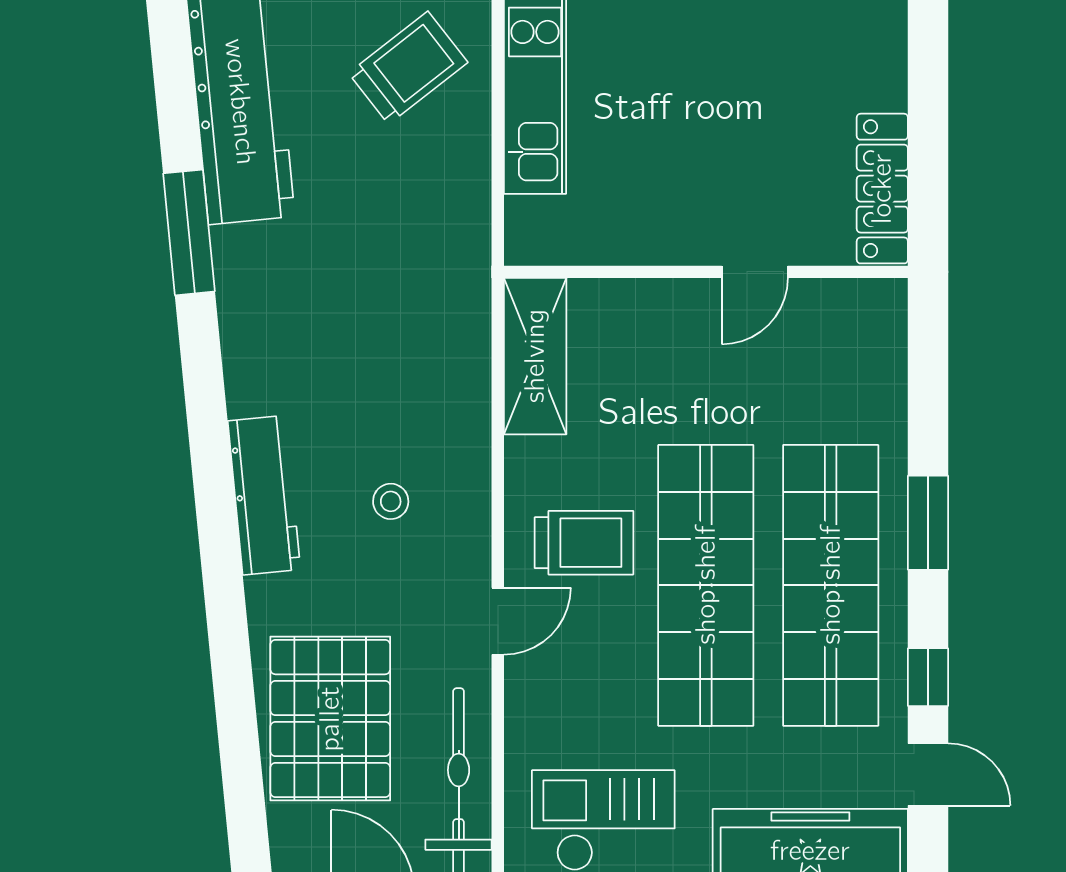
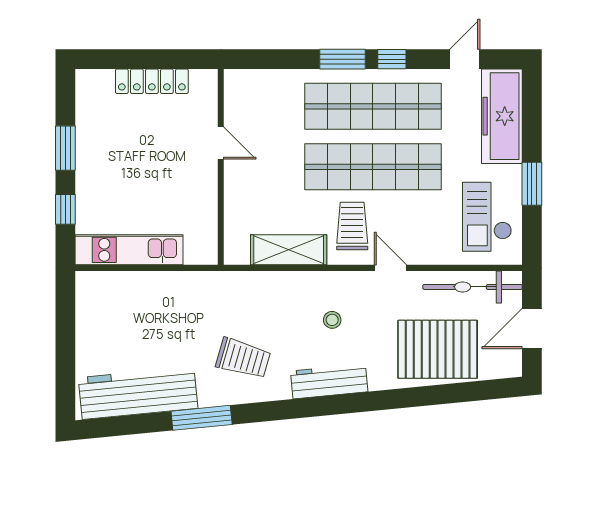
trolley: (408, 68) -> (243, 358), moved, turned 144
locker: (882, 189) -> (152, 81), moved
shelving: (535, 356) -> (289, 250), moved
window: (928, 677) -> (392, 59), moved

